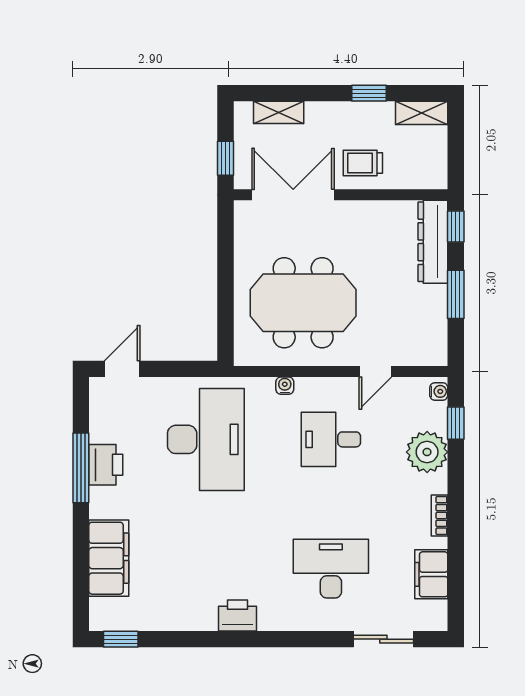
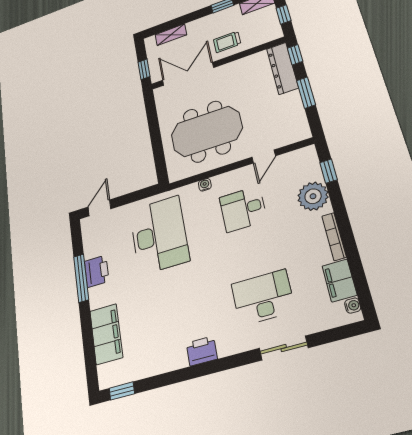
window: (456, 150) -> (284, 14), added
water cooler: (439, 391) -> (353, 306), moved
bookcase: (439, 515) -> (334, 237), width x1.56
sliding door: (383, 639) -> (284, 348), moved

